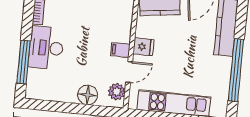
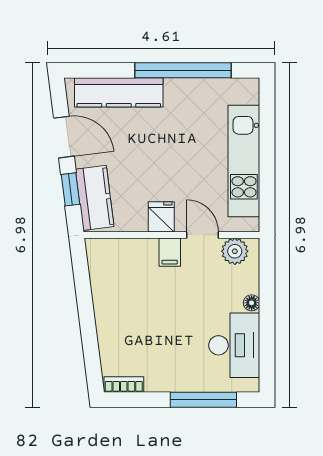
desk: (46, 48) -> (234, 345), moved, turned -90
floor lamp: (88, 95) -> (252, 303), width x0.53, depth x0.53

